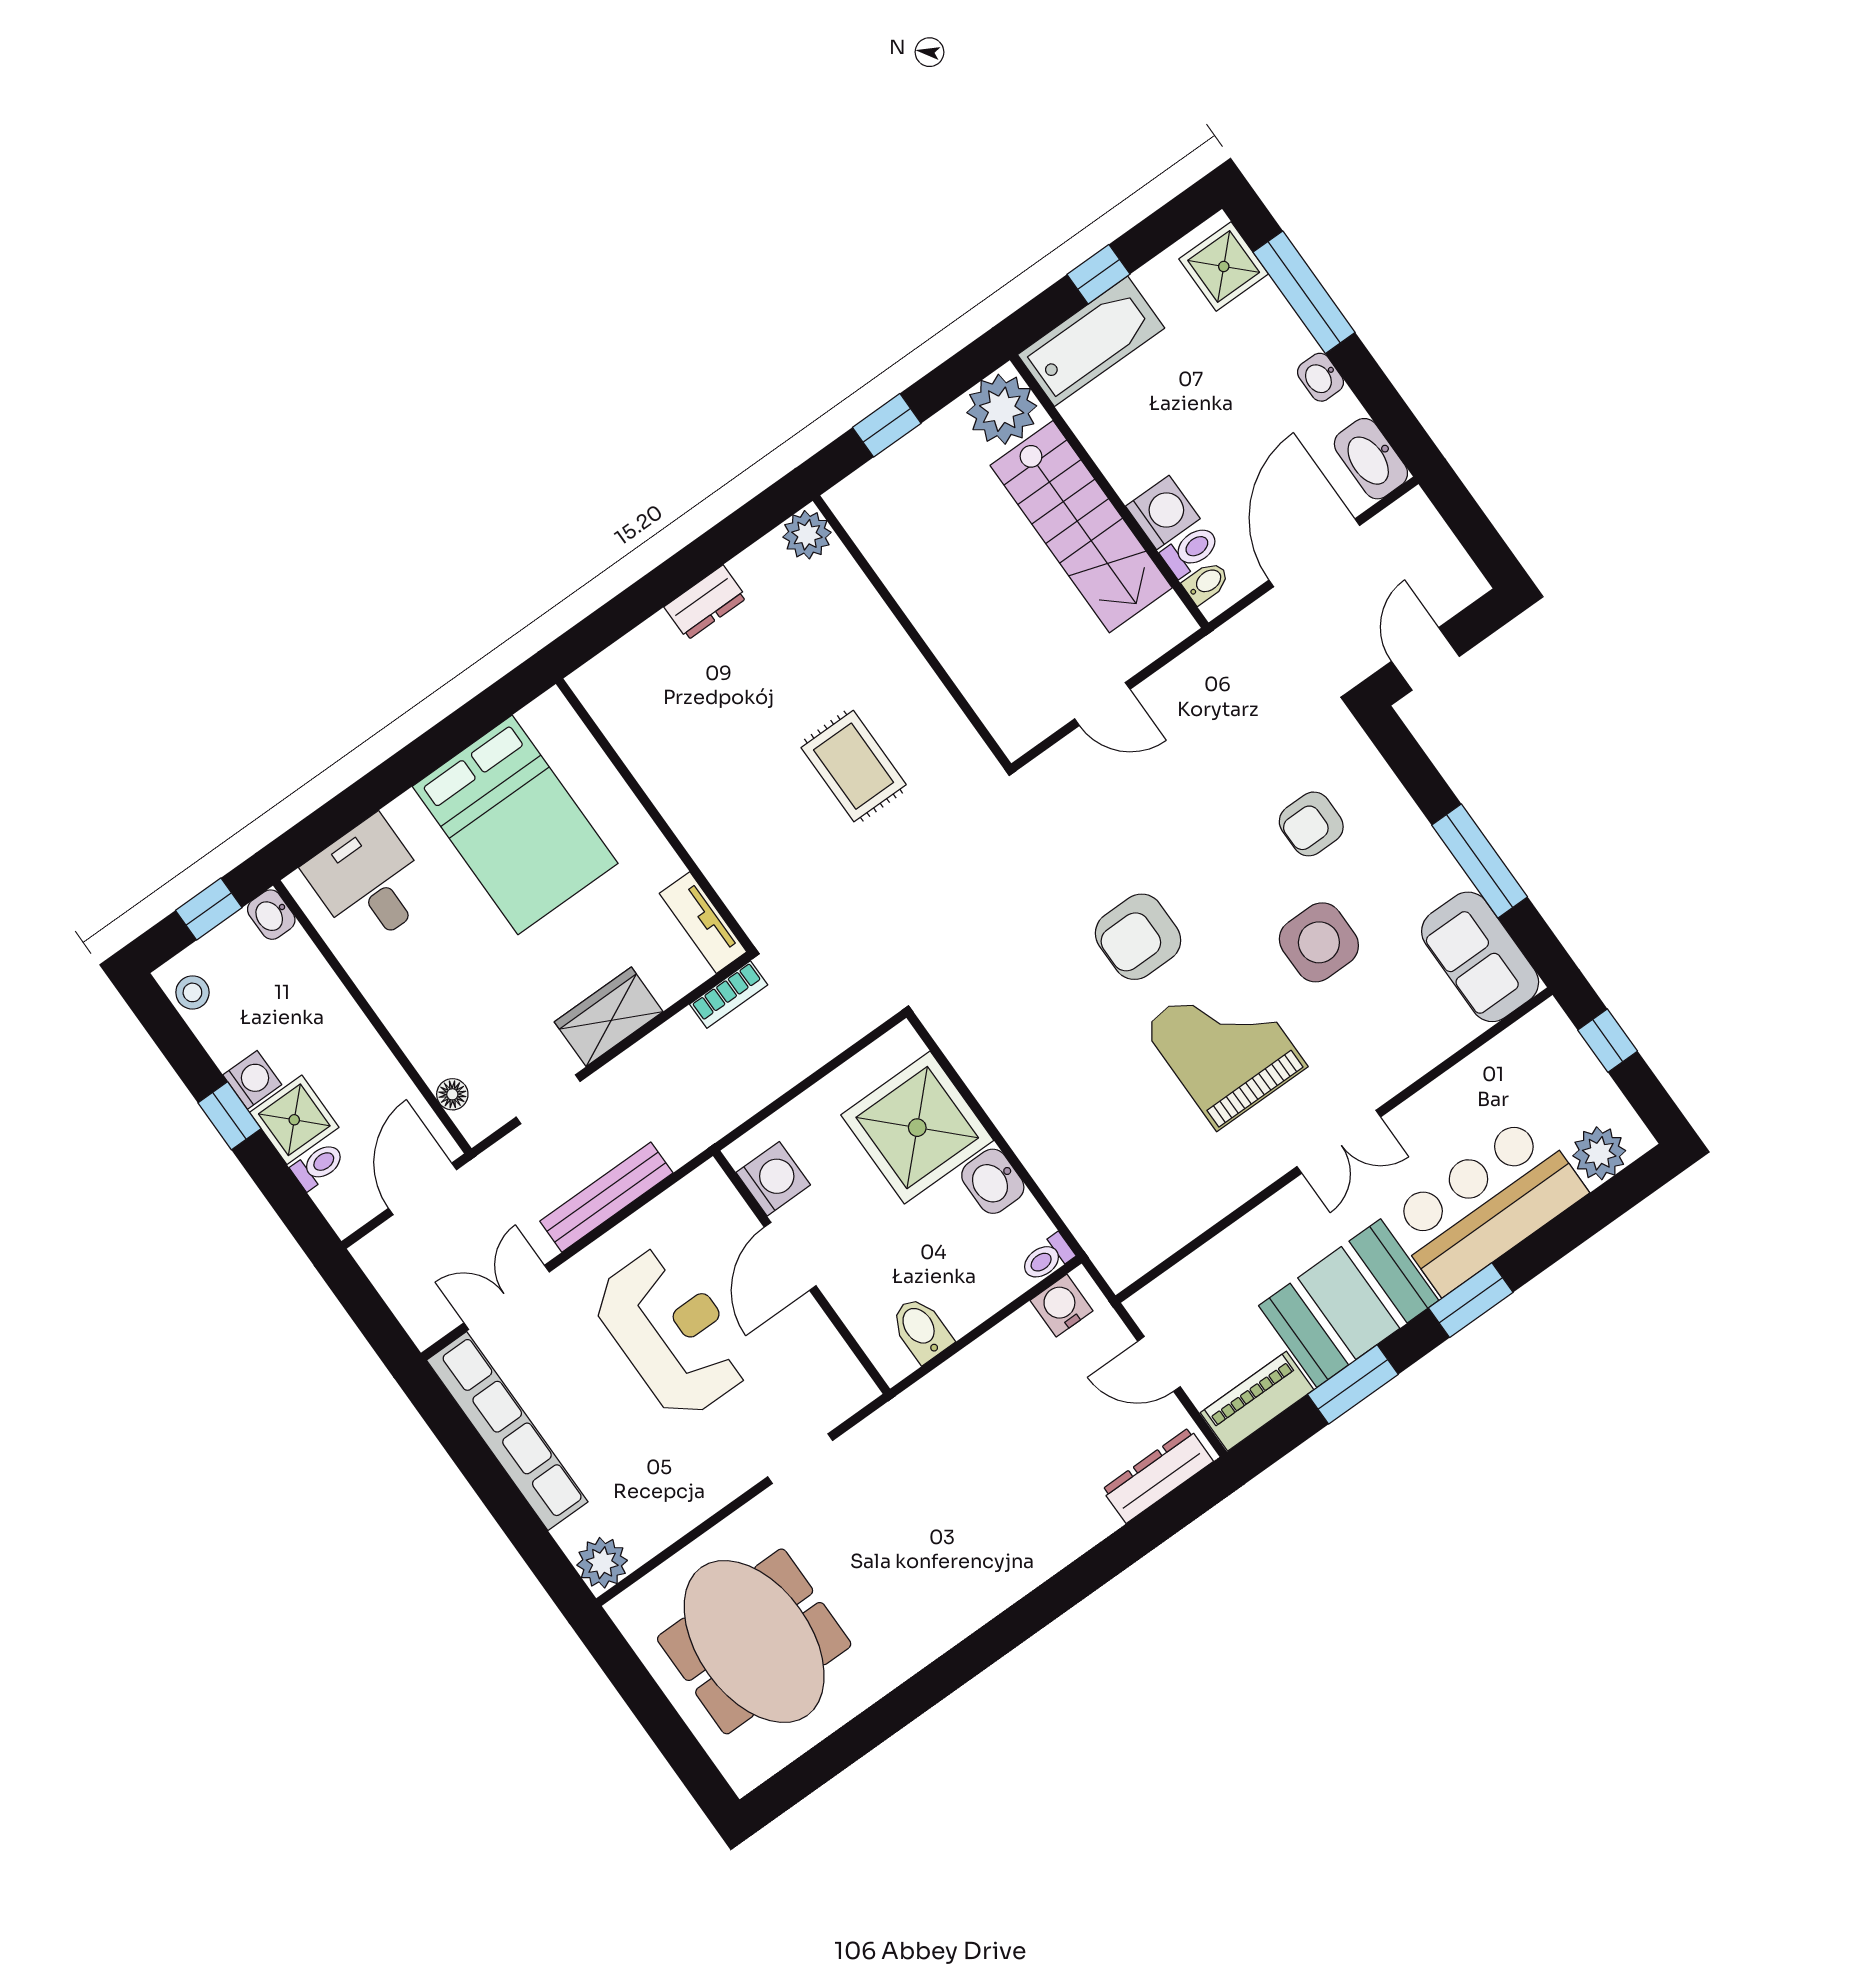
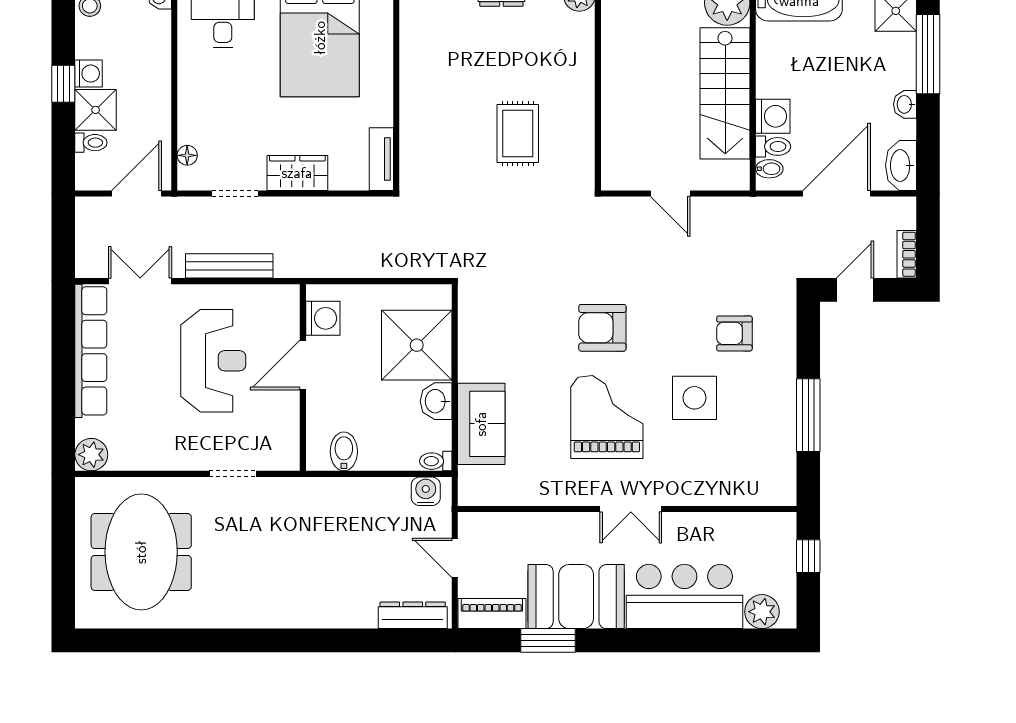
sofa: (1480, 957) -> (481, 424), moved, turned 180
bookcase: (729, 995) -> (907, 254), moved, turned 90
window: (1471, 1300) -> (641, 640), removed

